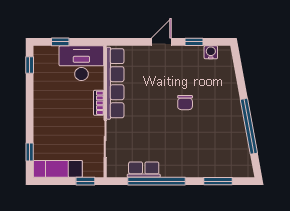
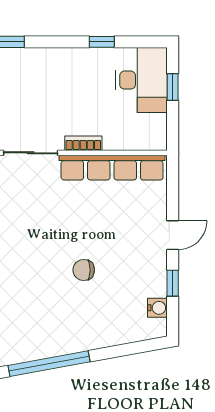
door: (161, 42) -> (173, 235), hinge flipped
desk: (81, 63) -> (141, 80), moved
window: (30, 65) -> (102, 42), moved

